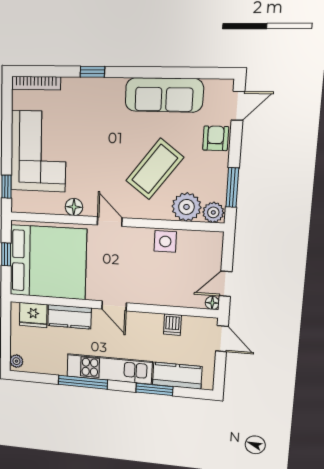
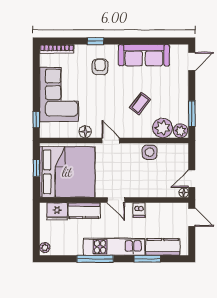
armchair: (216, 138) -> (100, 67), moved
coffee table: (155, 169) -> (140, 104), width x0.54, depth x0.58
dishwasher: (172, 325) -> (139, 210), moved

